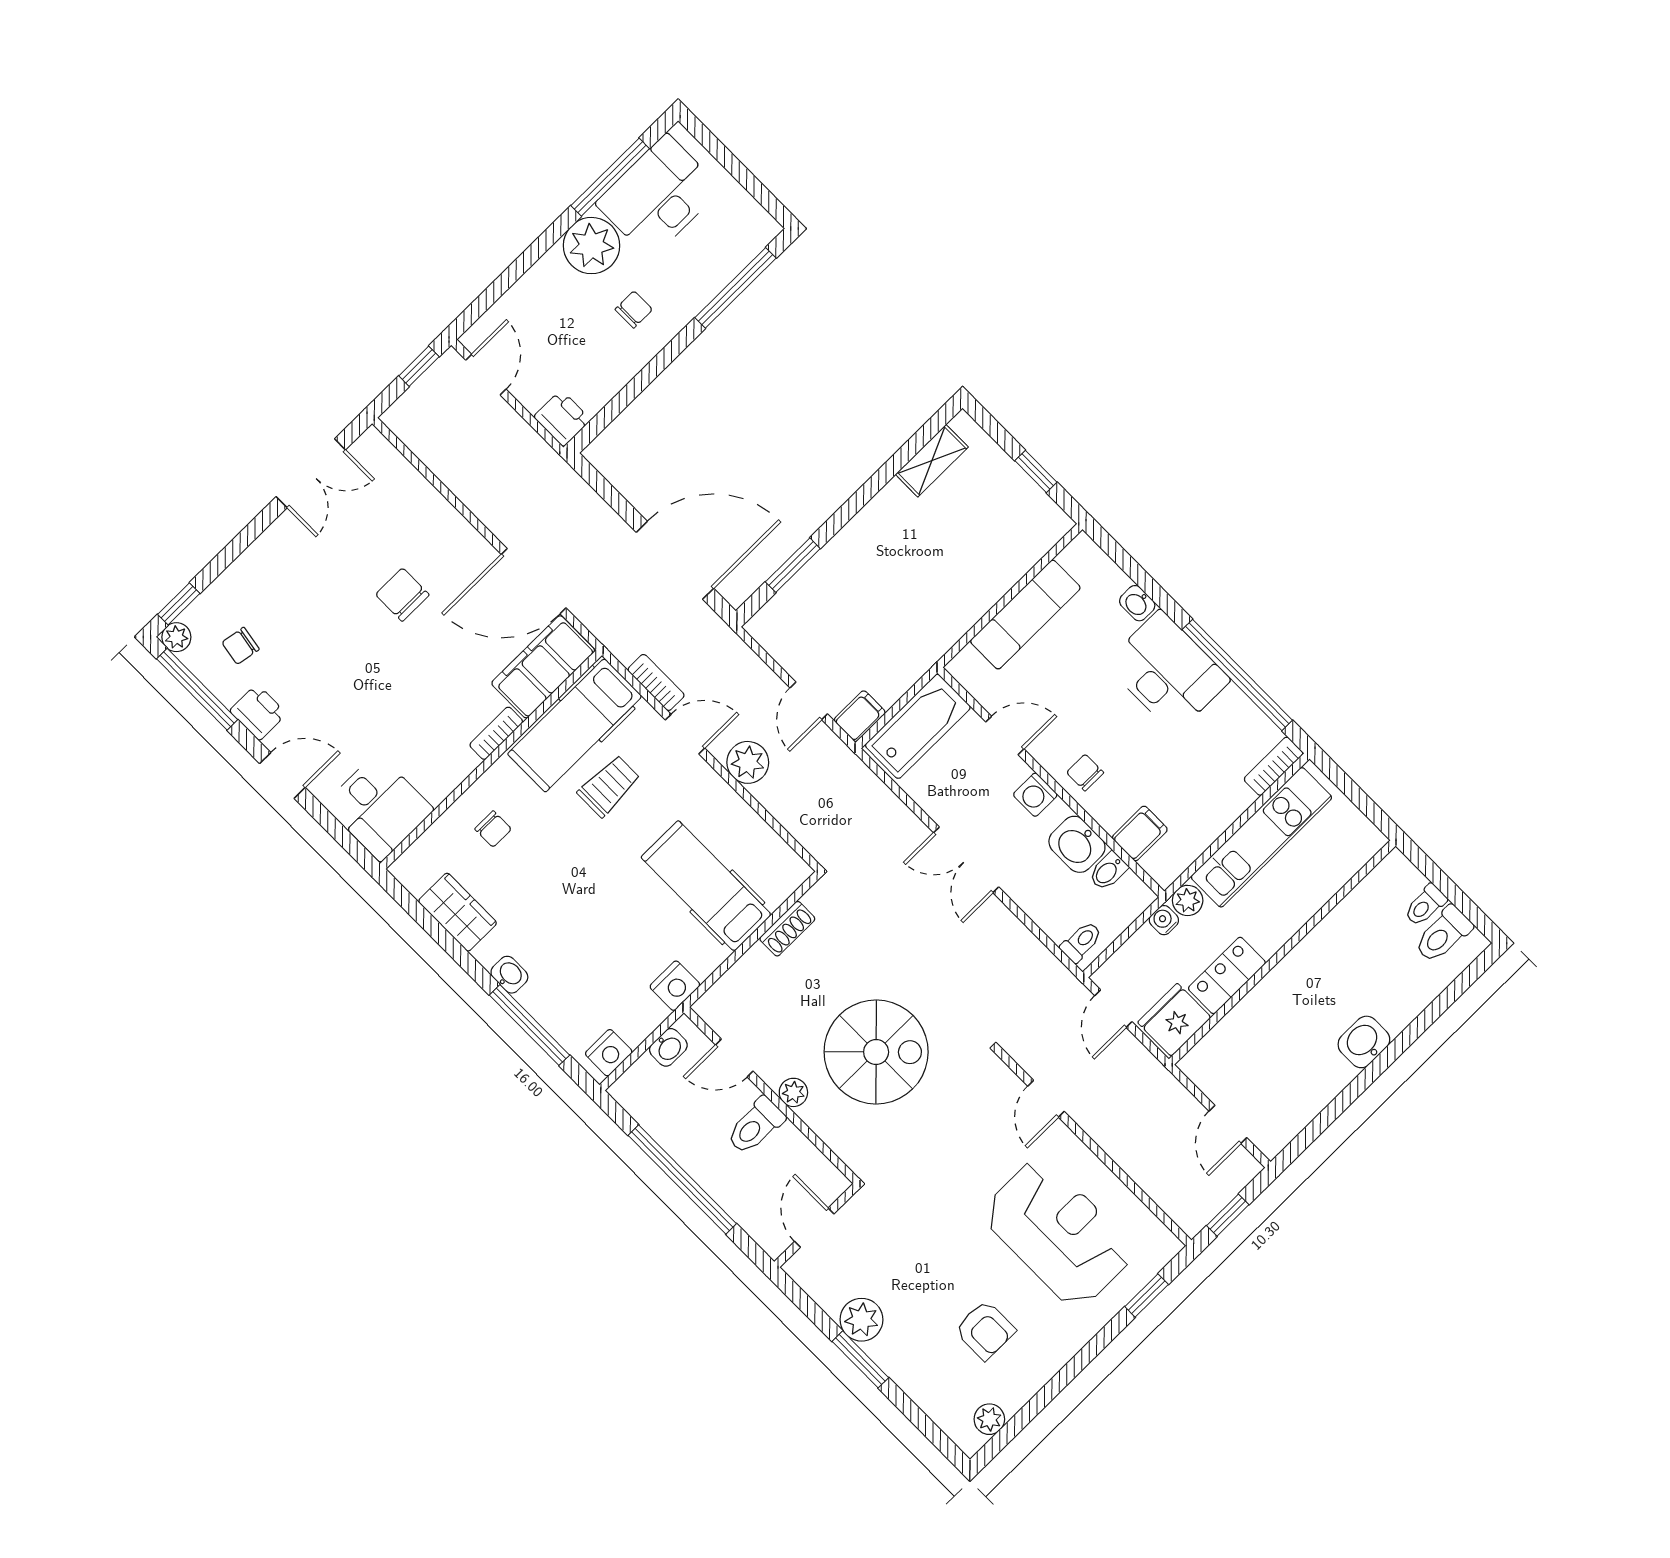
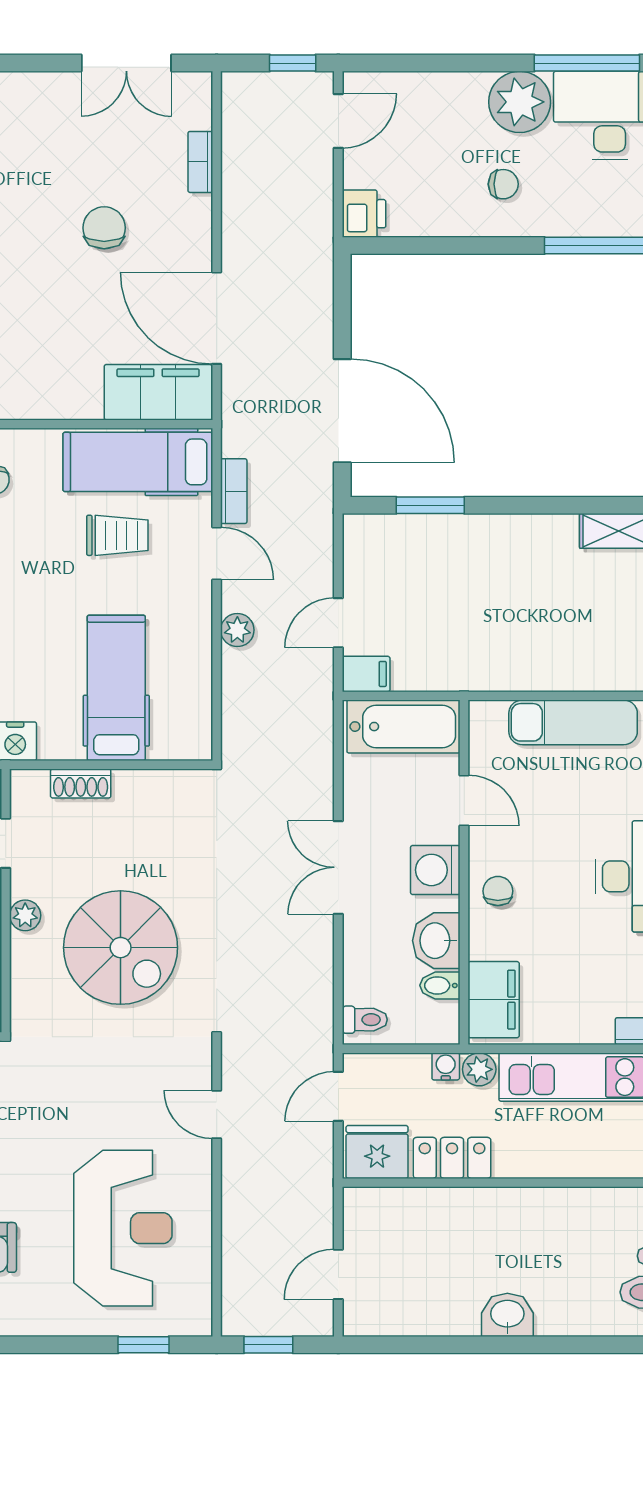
bookcase: (496, 733) -> (200, 162), moved, turned -90
plant: (748, 762) -> (237, 630), width x0.73, depth x0.73
washing machine: (1035, 795) -> (435, 870), width x1.38, depth x1.38
filing cabinet: (1140, 833) -> (494, 1000), width x2.00
shoe rack: (787, 929) -> (81, 783), moved
door: (1046, 1099) -> (217, 1115), hinge flipped

